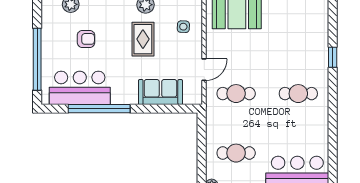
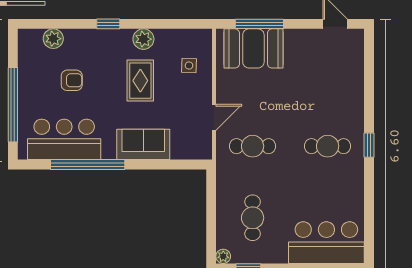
window: (333, 57) -> (369, 145), moved
sofa: (160, 92) -> (143, 144), moved
cafe table: (236, 153) -> (253, 218), turned 90

